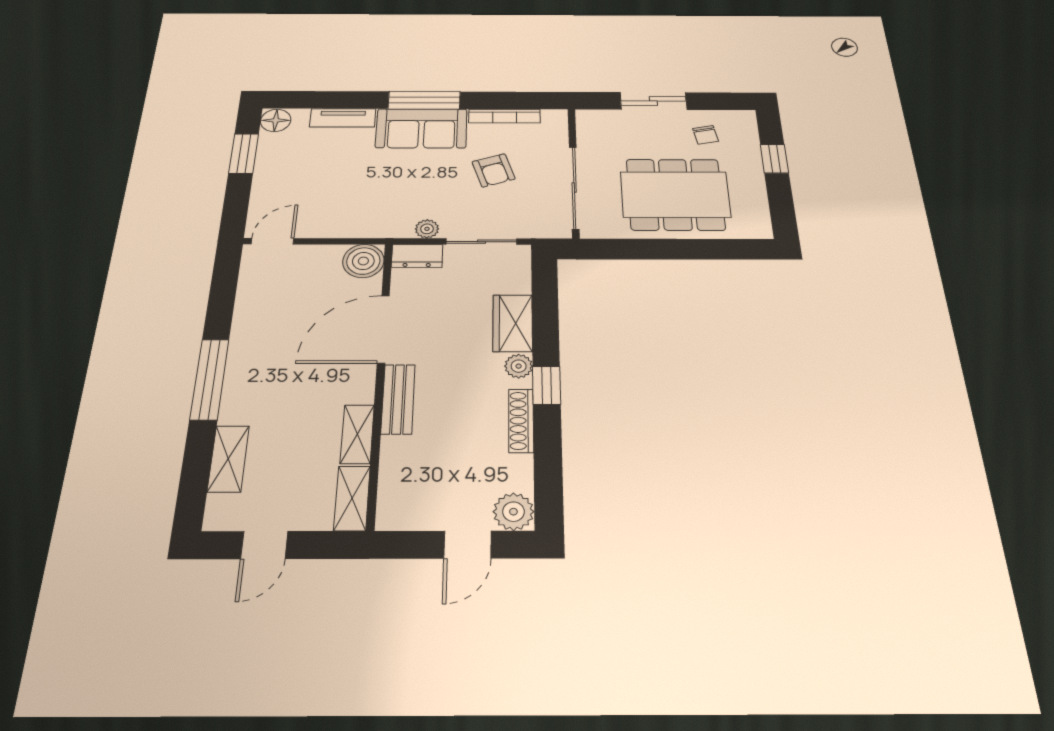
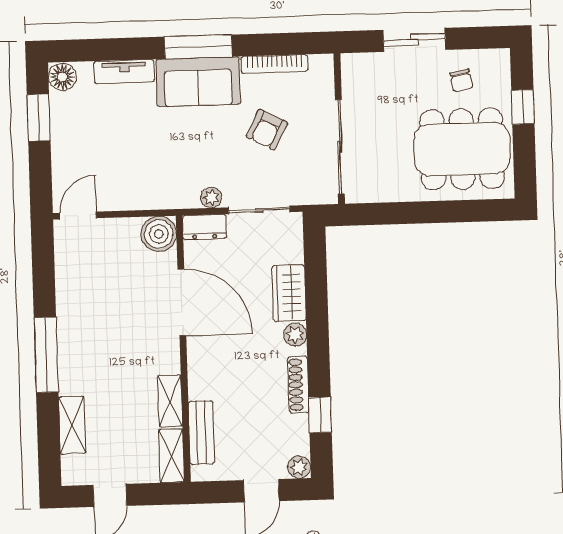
armchair: (494, 170) -> (267, 130), turned 45
dining table: (675, 194) -> (462, 149), moved
door: (383, 329) -> (182, 302), swing flipped
window: (547, 385) -> (320, 415), moved
bench: (398, 399) -> (201, 433), moved
plant: (513, 512) -> (299, 467), width x0.73, depth x0.73

